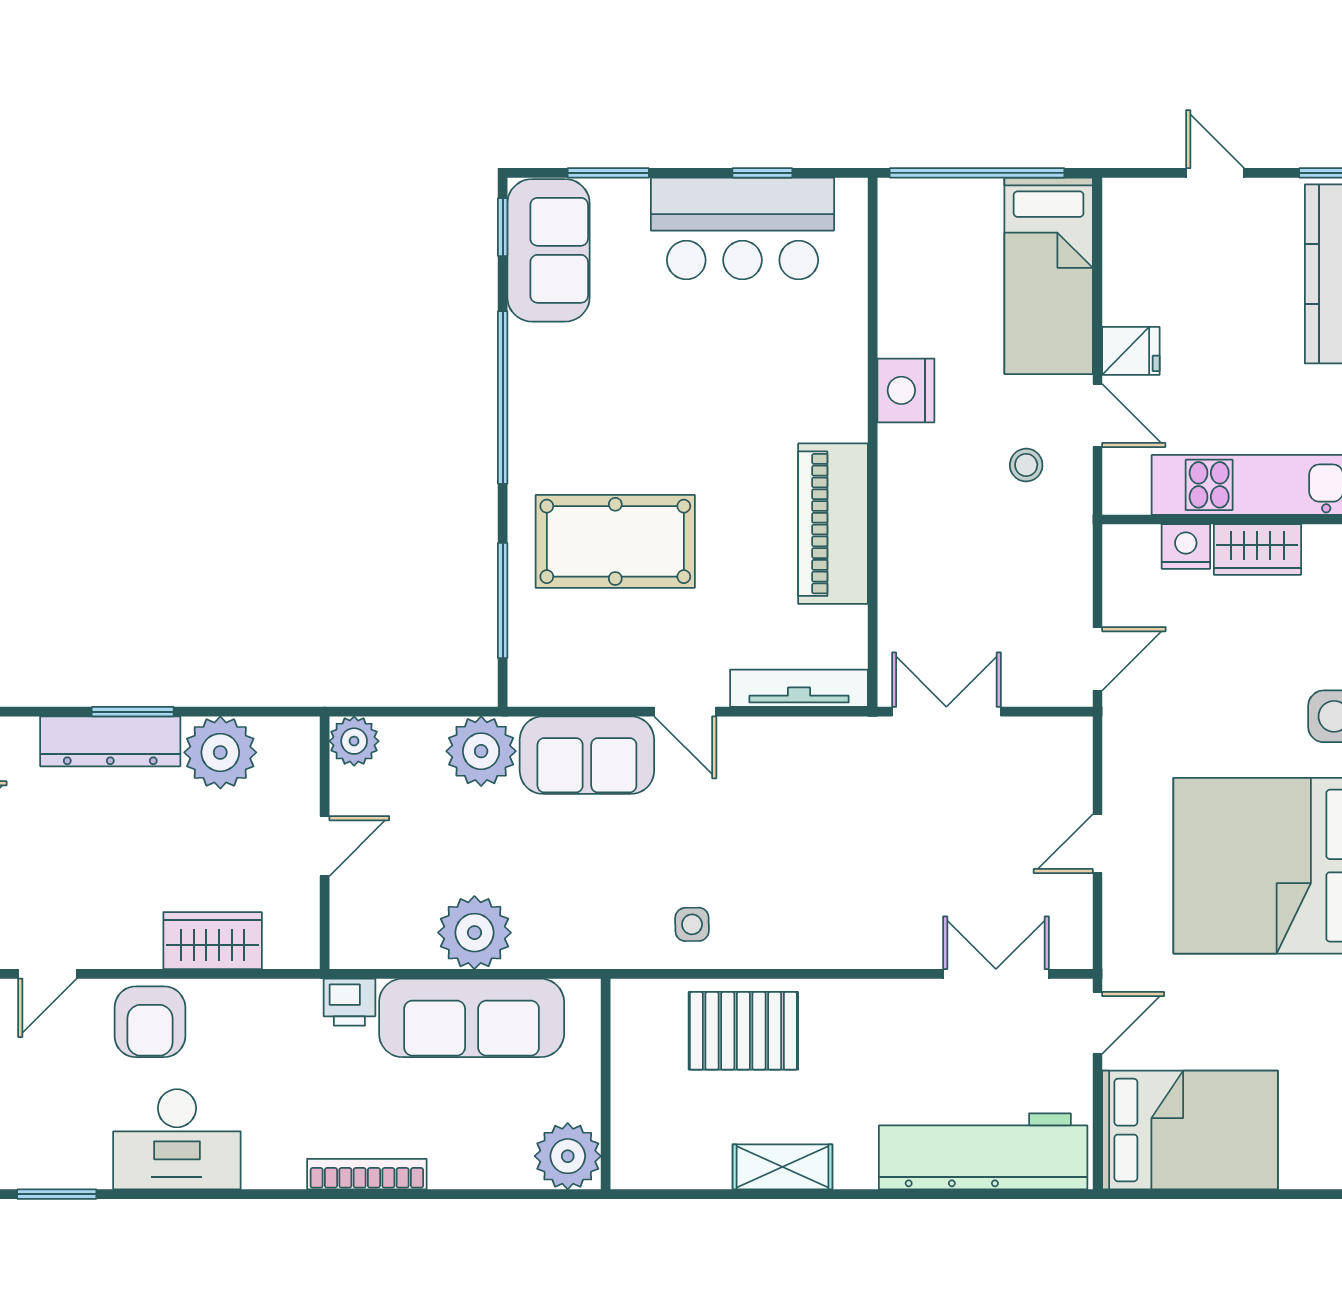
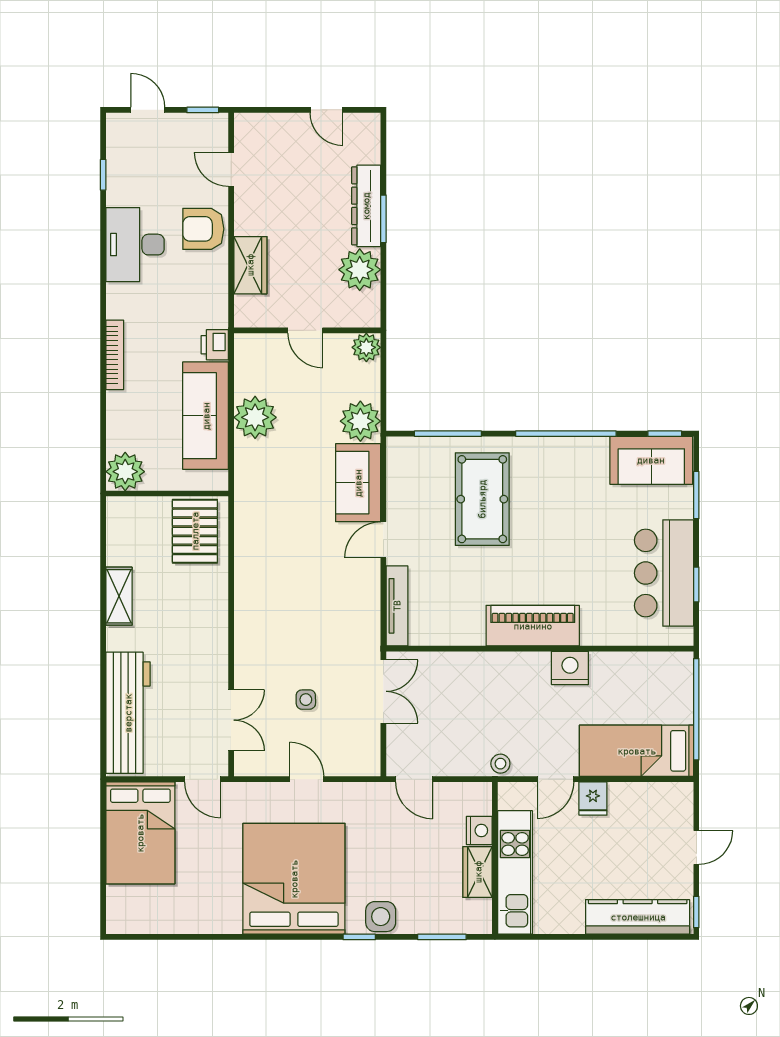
stool: (1026, 465) -> (500, 764), moved
piano: (833, 524) -> (533, 626), moved
side table: (692, 924) -> (306, 700), moved
pallet: (743, 1031) -> (195, 531), moved
window: (57, 1194) -> (103, 175), width x0.67

